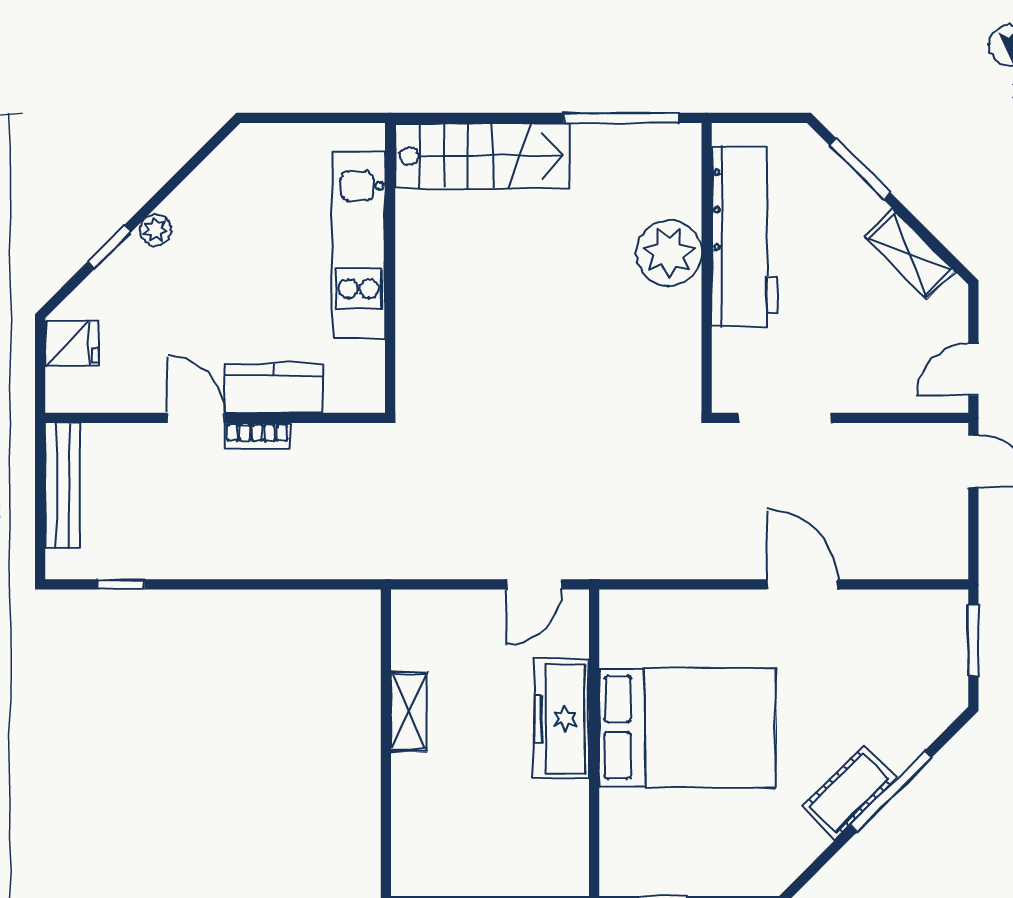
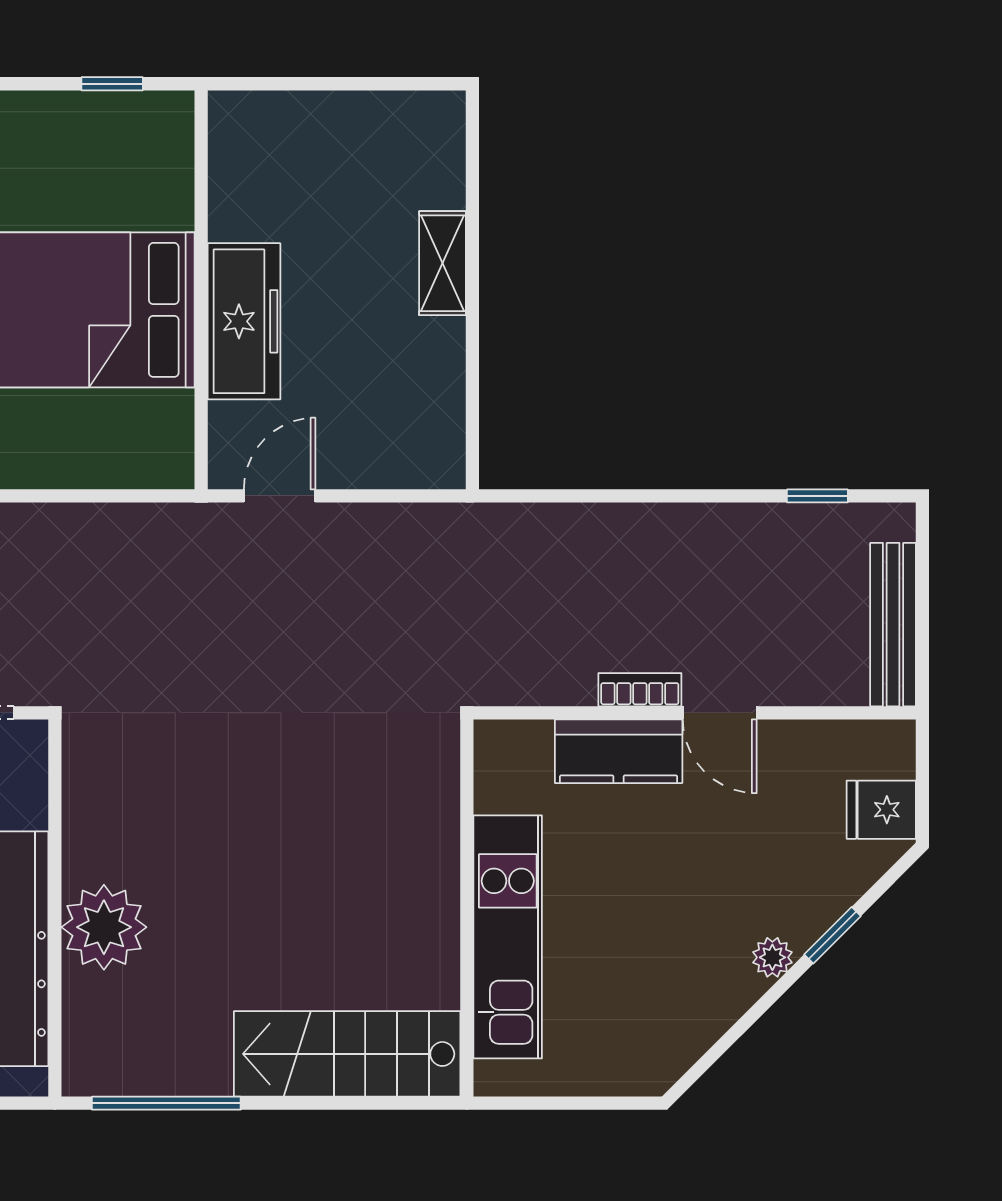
shelving: (409, 711) -> (442, 263), moved

